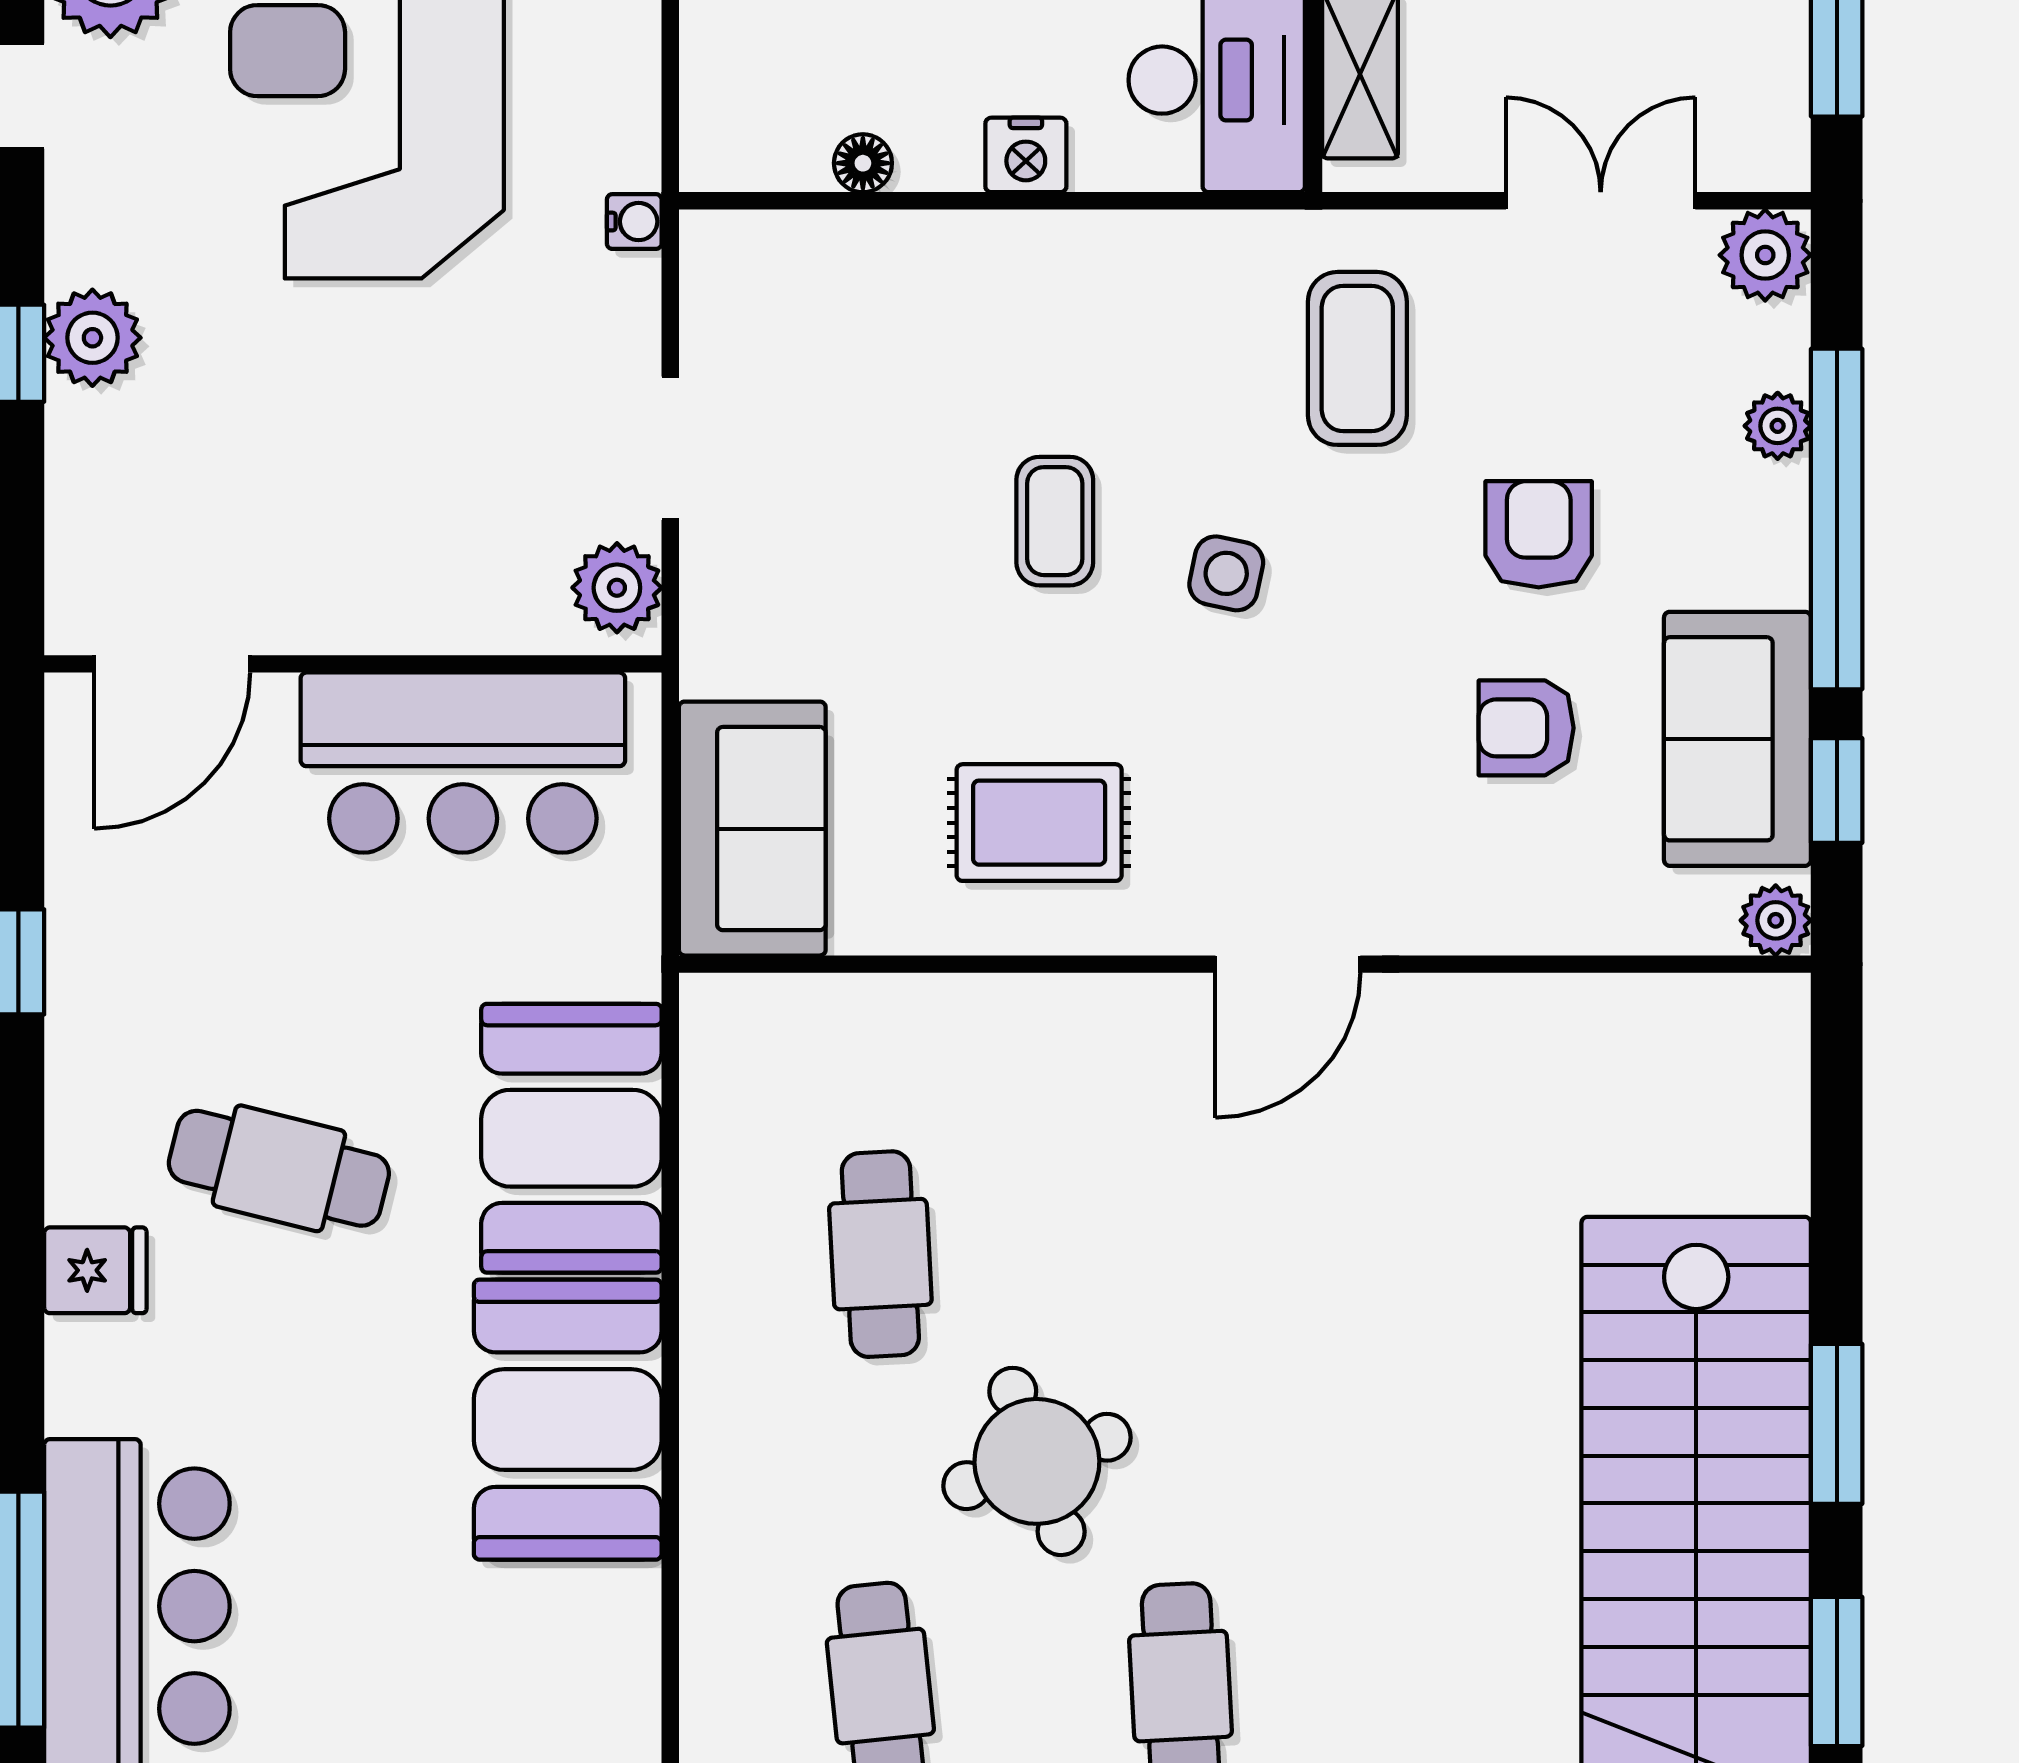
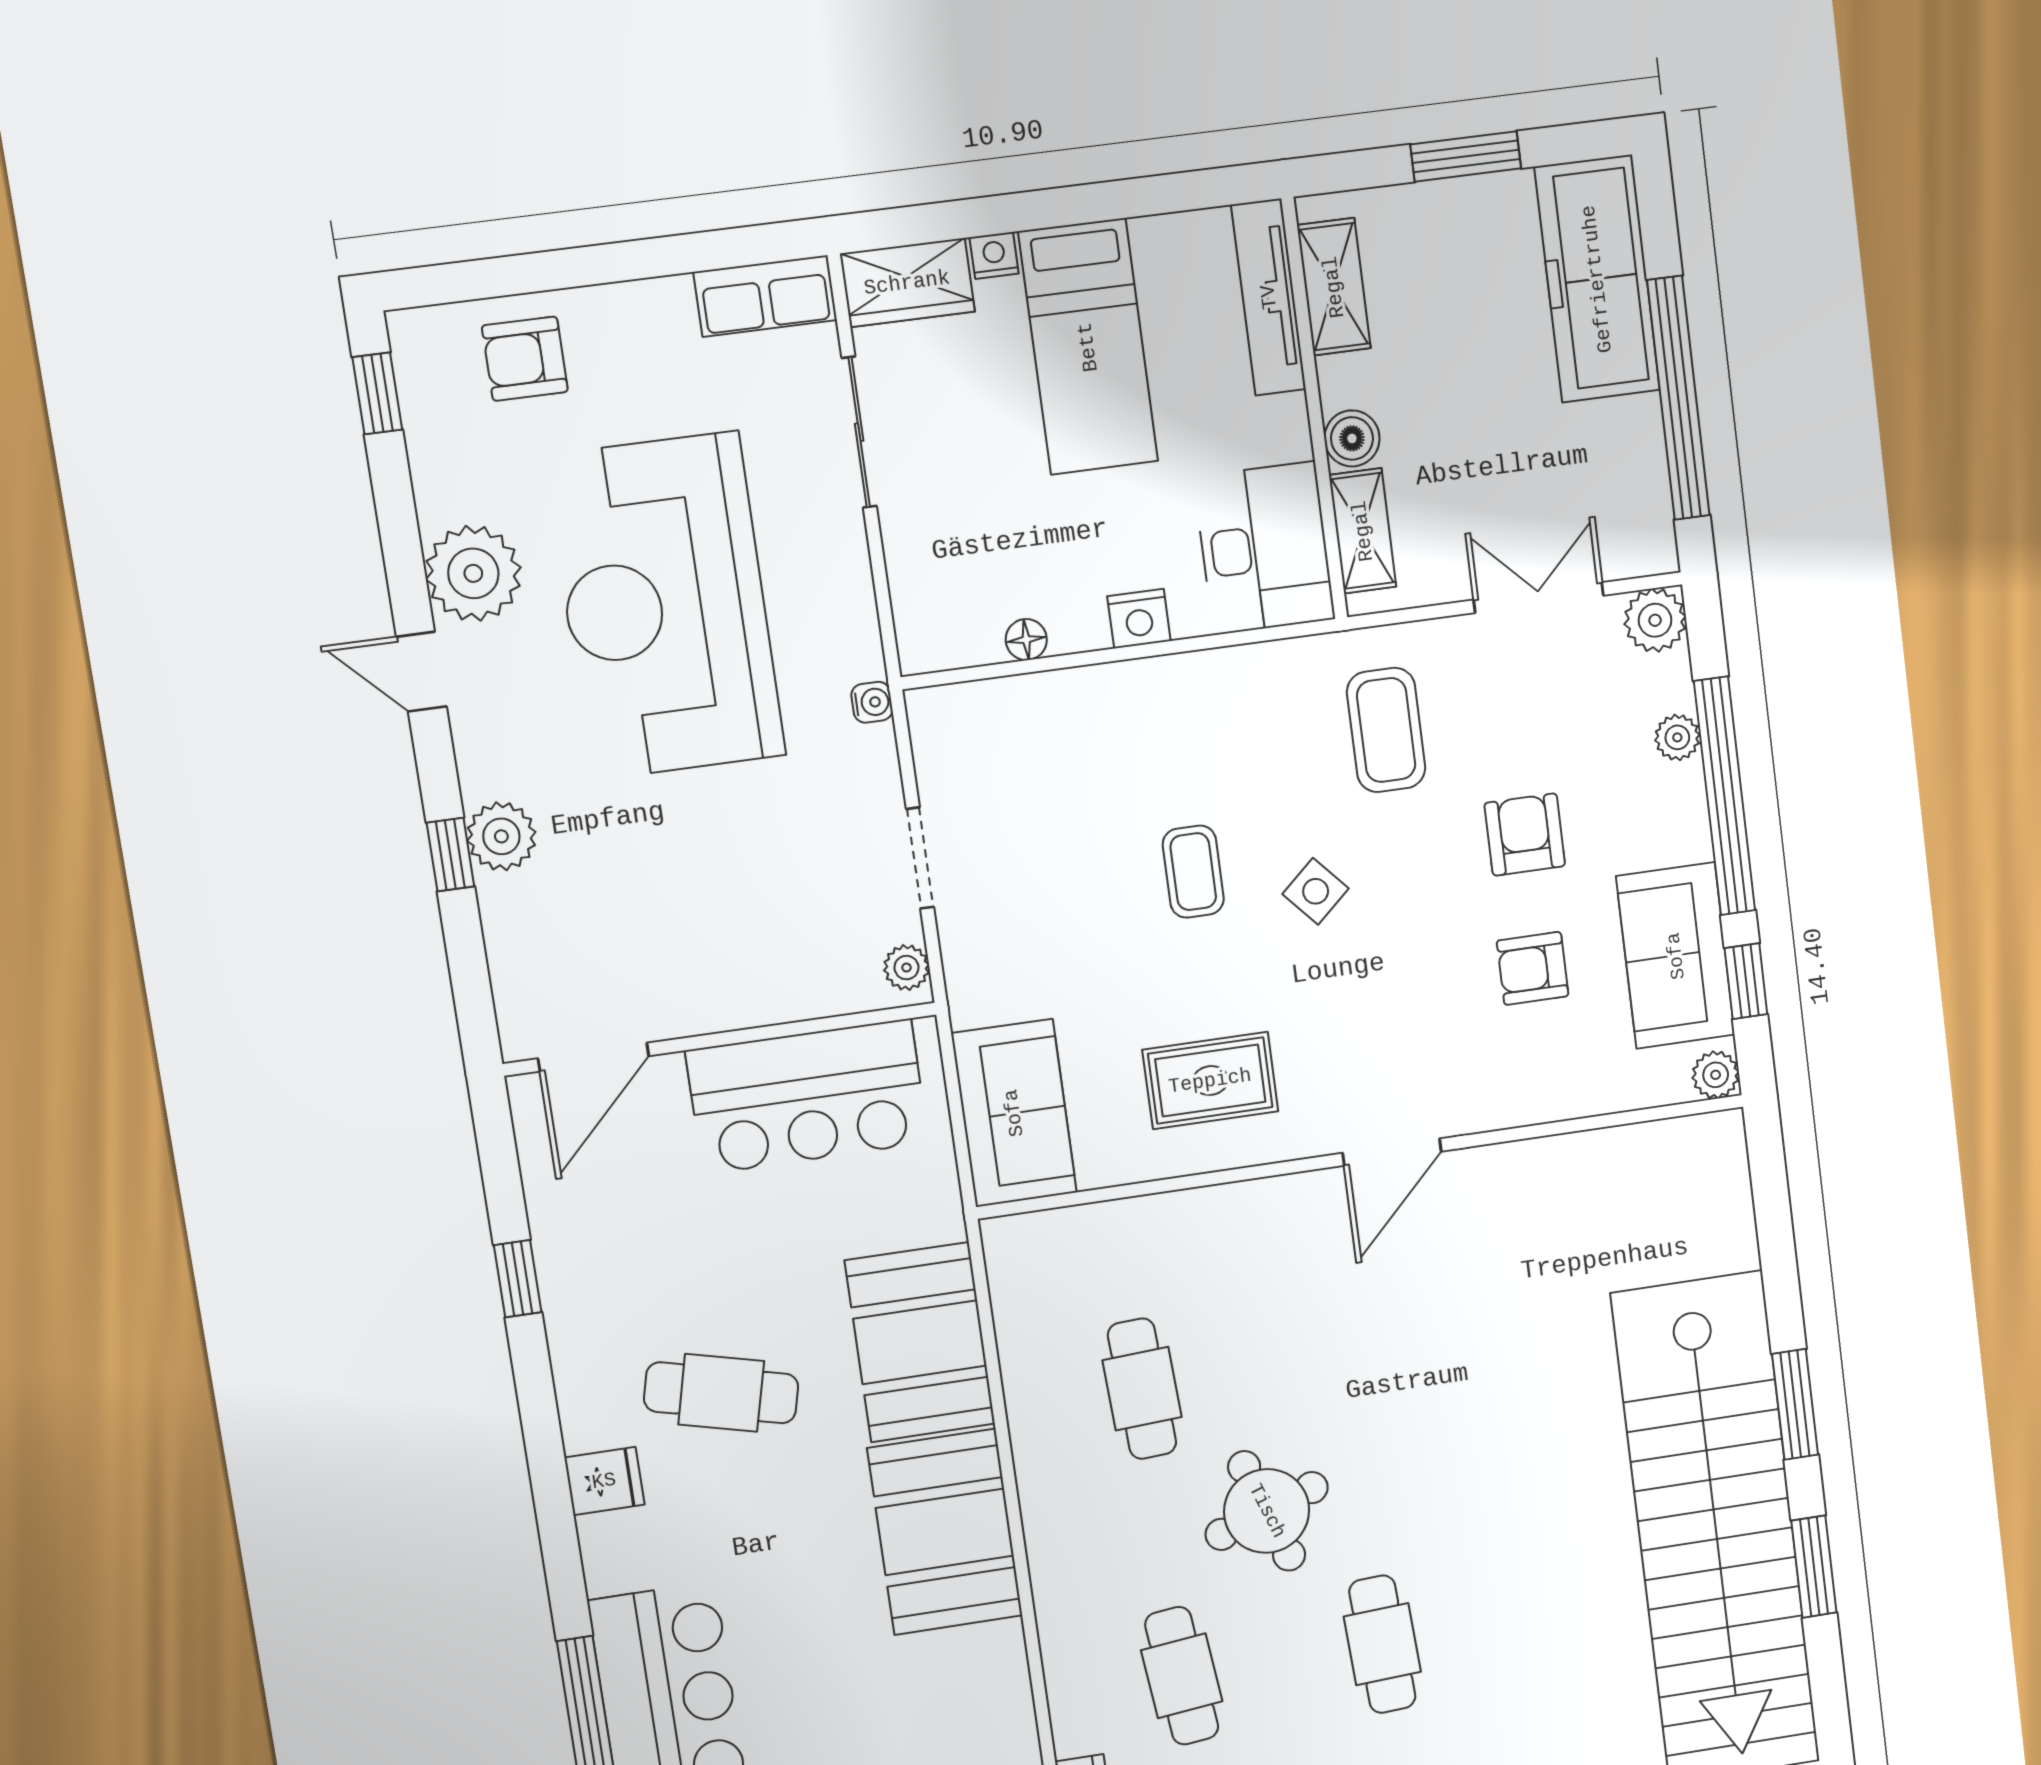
side table: (1226, 573) -> (1316, 891), turned 36
plant: (617, 588) -> (906, 968), width x0.73, depth x0.73

